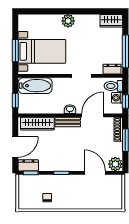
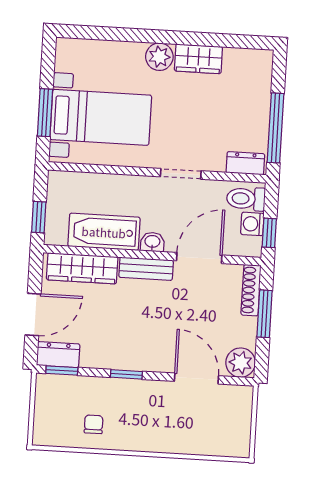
wardrobe: (111, 21) -> (198, 59), moved
bathtub: (35, 86) -> (104, 232), moved, turned 180

